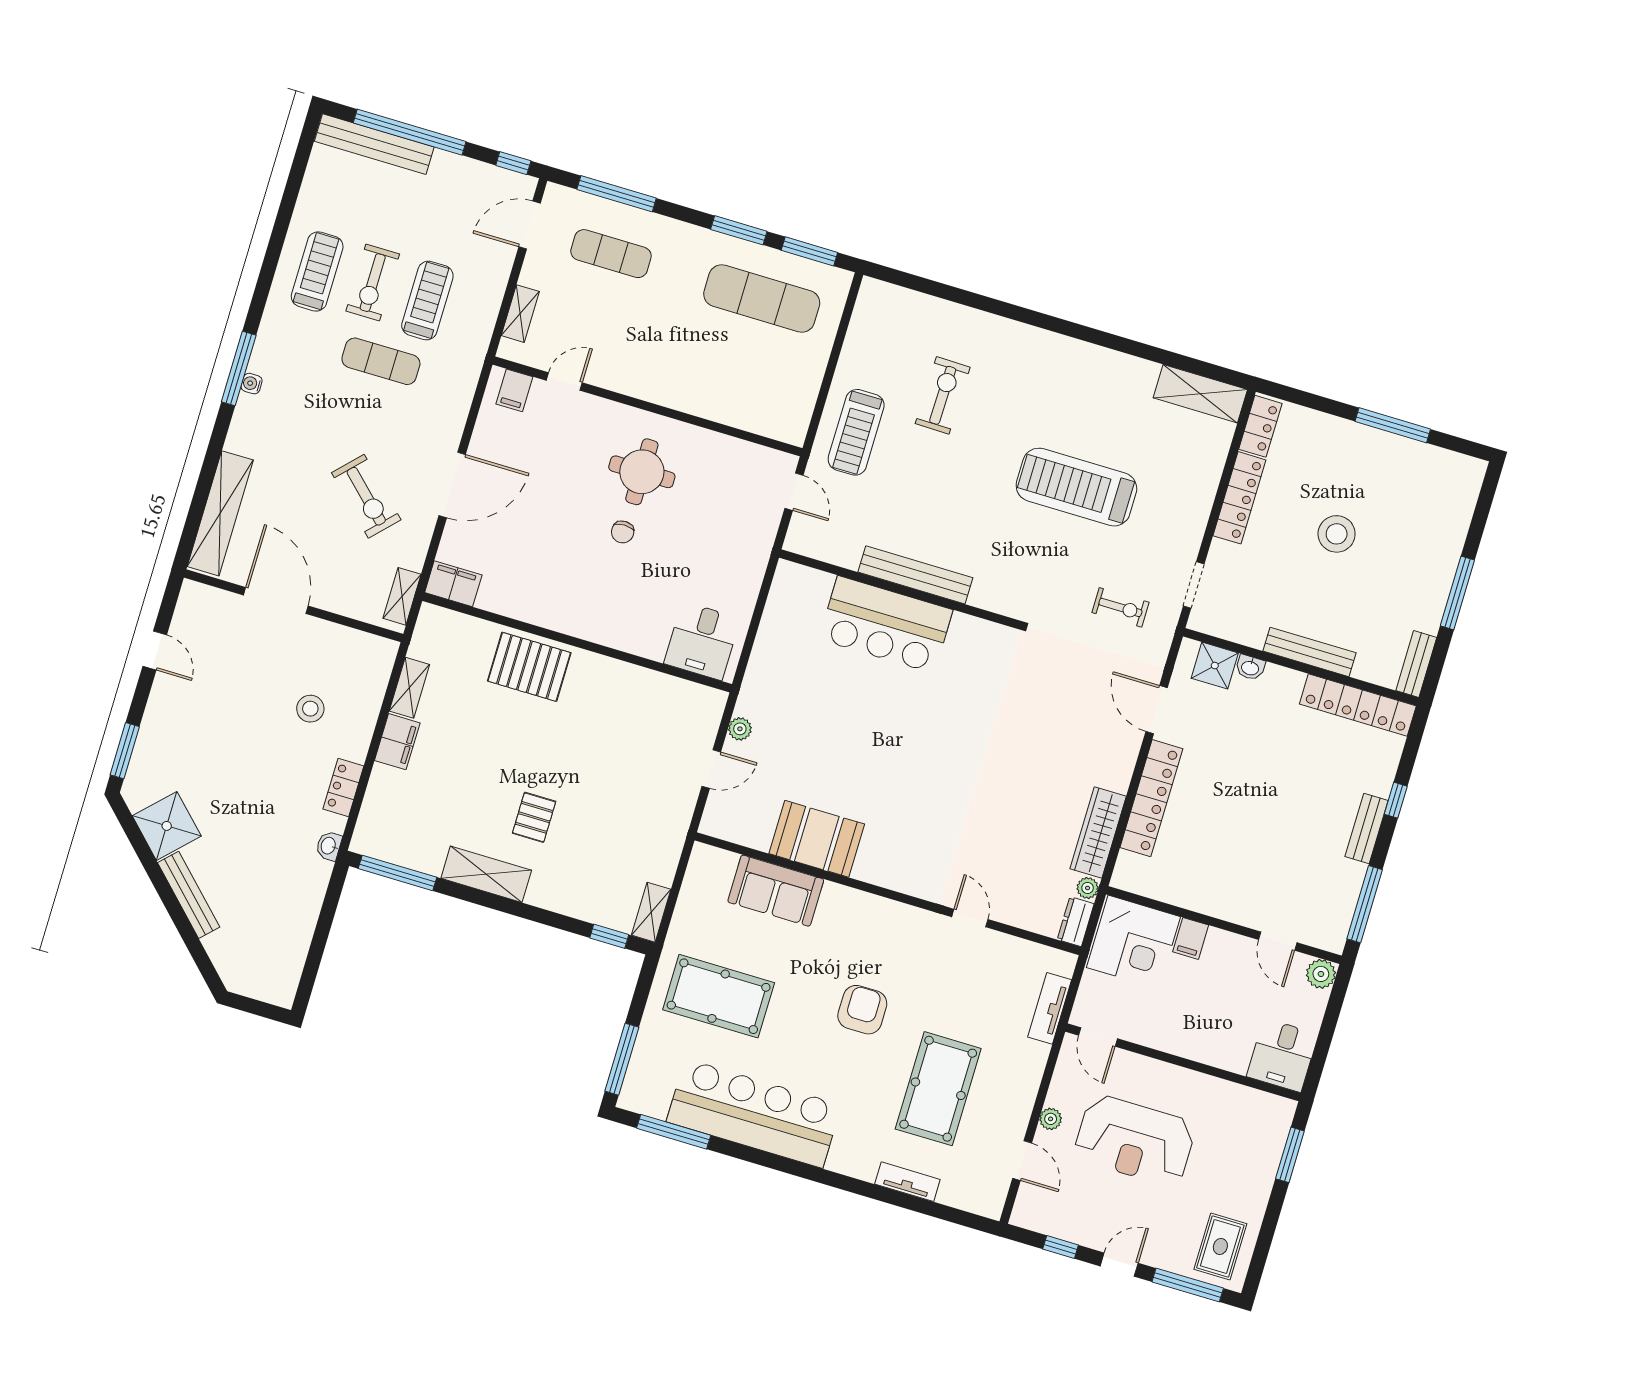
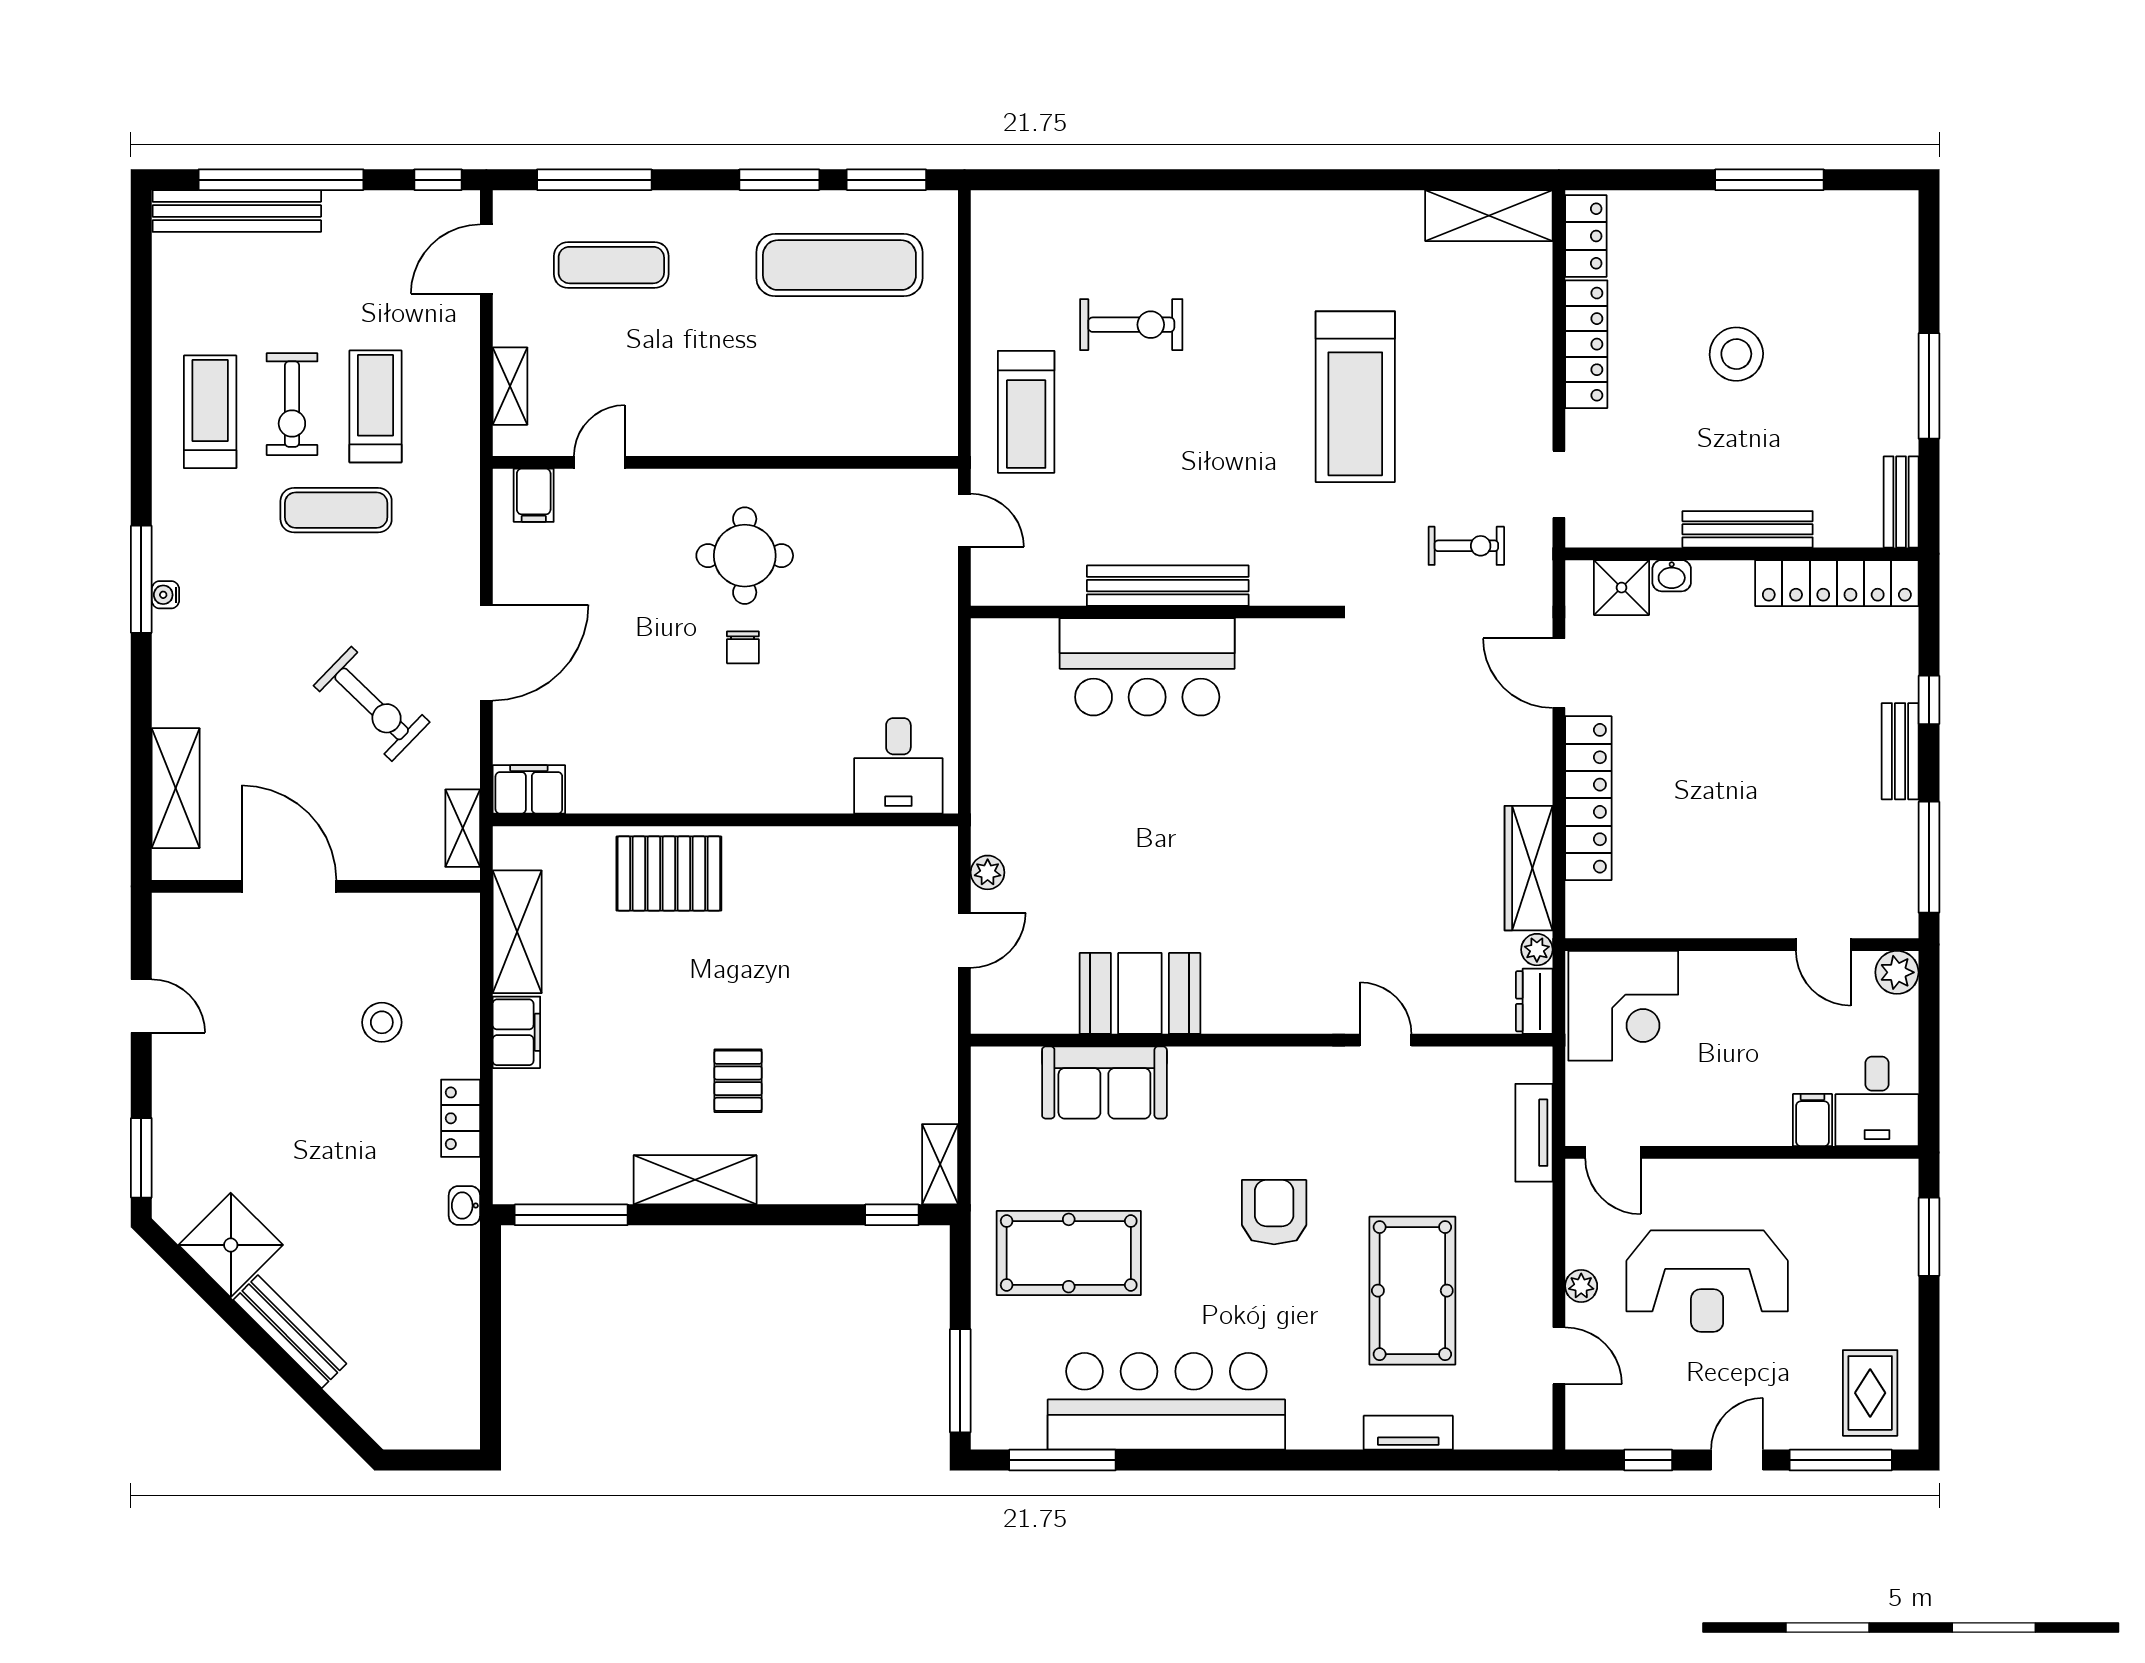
exercise bike: (943, 395) -> (1131, 325), turned 89
treadmill: (1076, 487) -> (1355, 397), turned -90
shelving: (220, 513) -> (176, 788), width x0.68
shelving: (409, 688) -> (517, 932), width x1.50, depth x1.33
filing cabinet: (1191, 938) -> (1812, 1120), moved, turned 180

